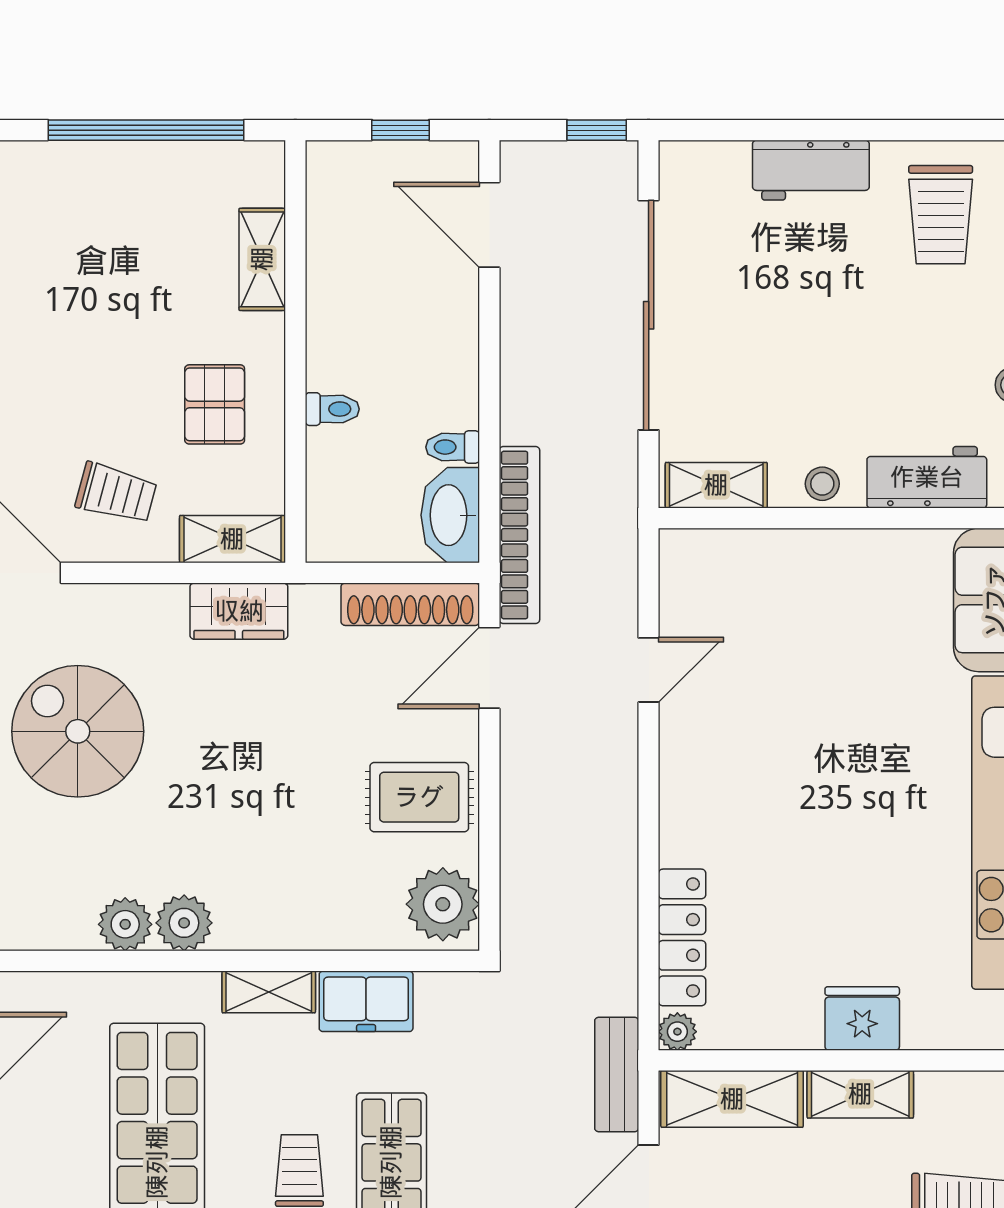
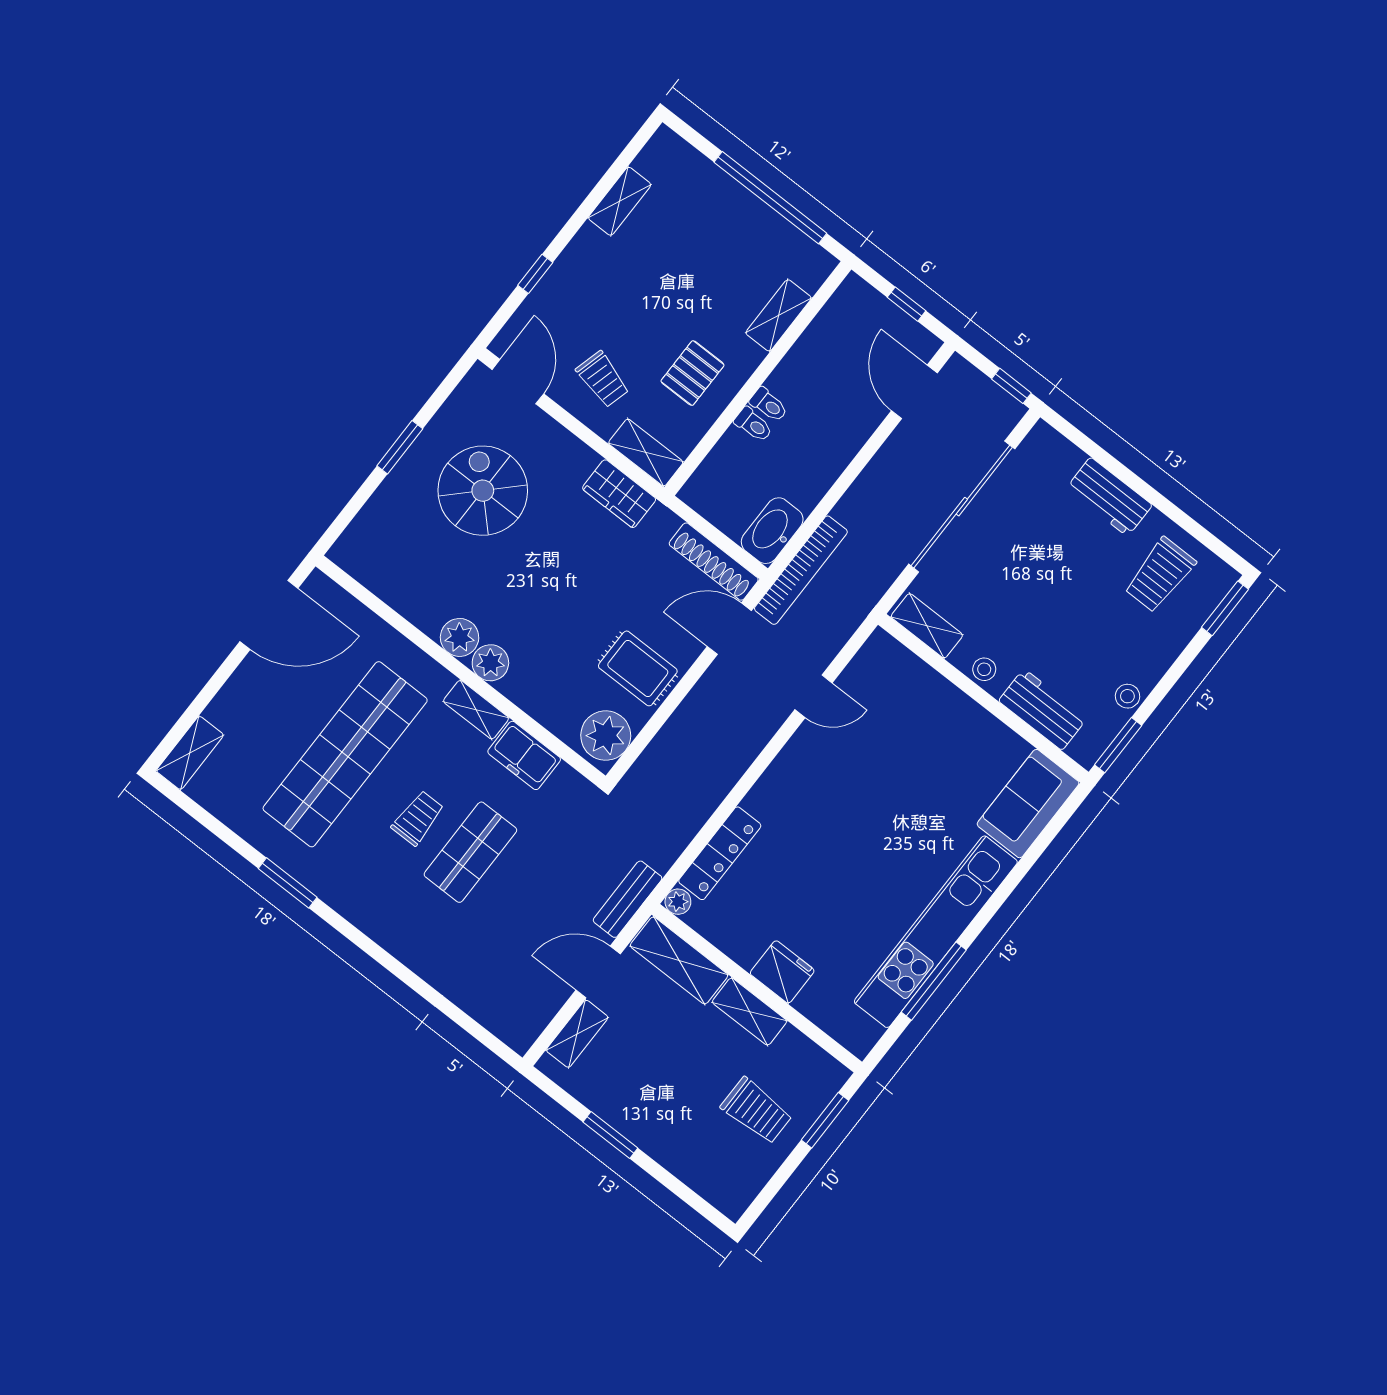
toilet: (453, 447) -> (769, 405), moved, turned 180
plant: (125, 924) -> (490, 663), moved

